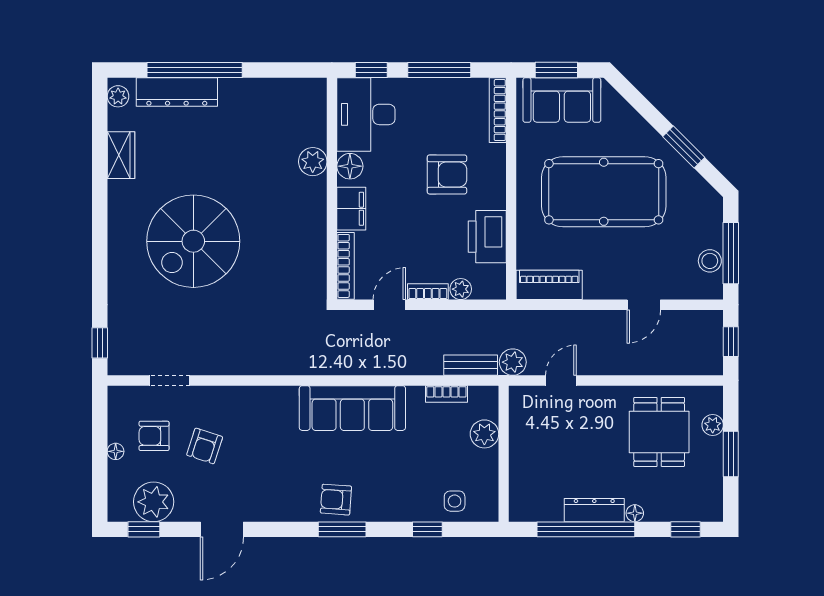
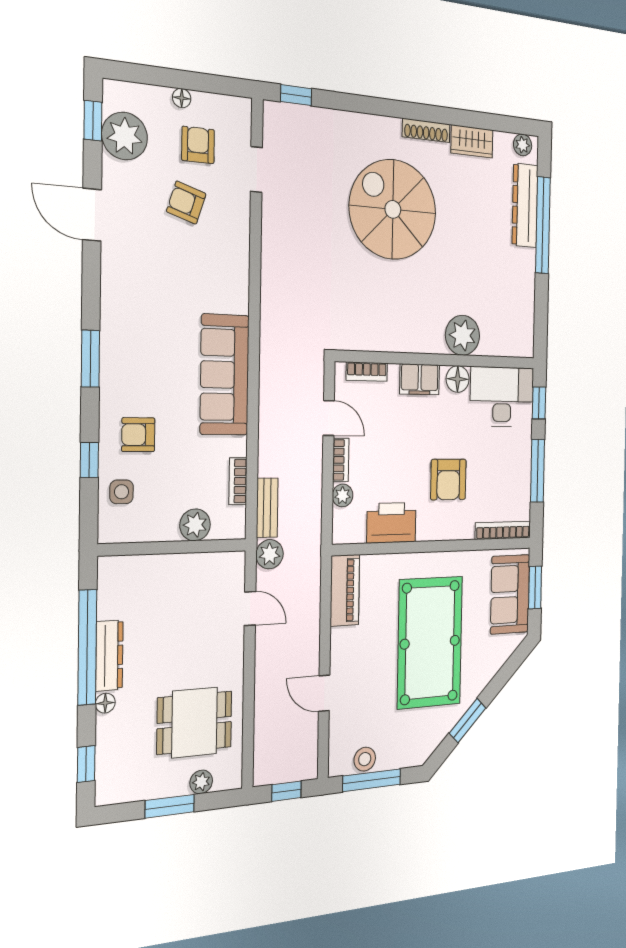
plant: (313, 162) -> (463, 335), width x1.36, depth x1.36
shoe rack: (116, 207) -> (426, 130), added
bookcase: (346, 266) -> (367, 372), width x0.64
armchair: (336, 500) -> (138, 435), moved, turned -94

